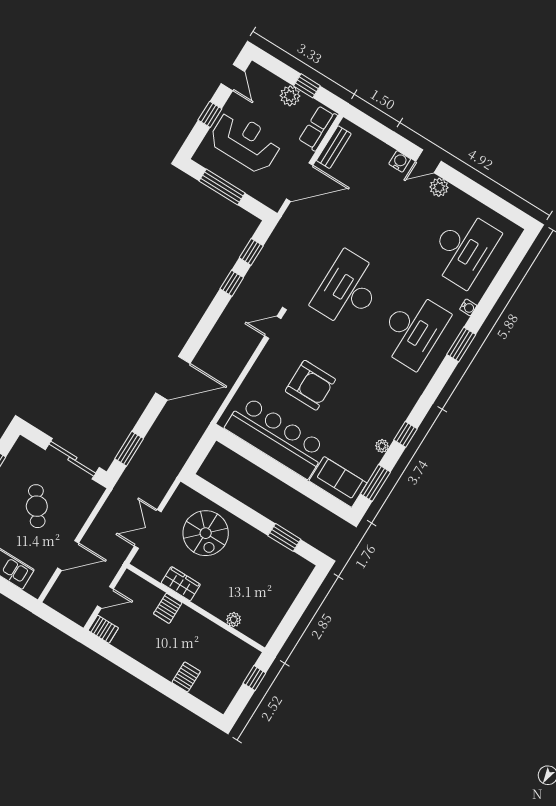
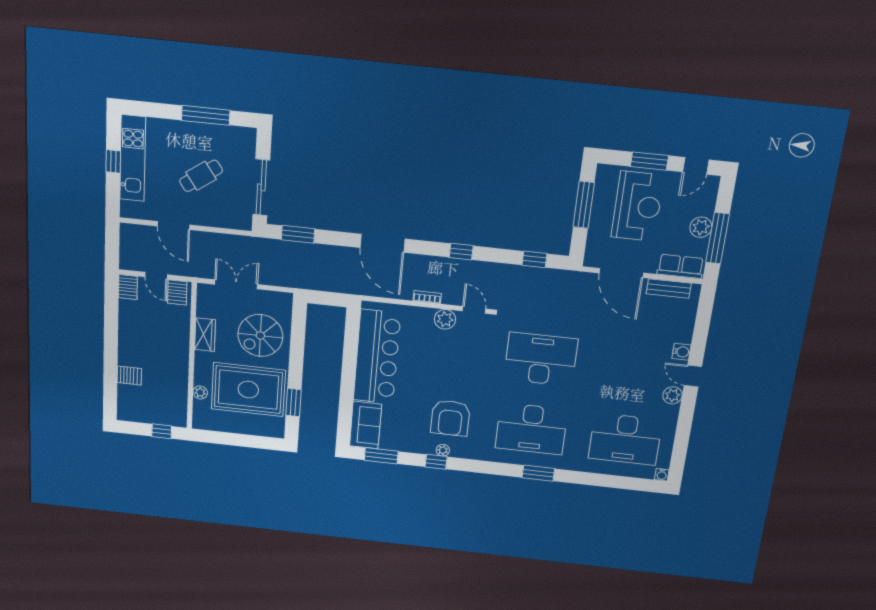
window: (307, 86) -> (717, 238), width x2.17
window: (210, 114) -> (649, 161), width x1.50
window: (232, 283) -> (461, 252), moved
water cooler: (468, 307) -> (662, 475), moved
plant: (269, 358) -> (445, 319), added
bookcase: (241, 363) -> (427, 297), added
armchair: (310, 385) -> (450, 418), moved
plant: (382, 446) -> (443, 450), moved
rug: (252, 573) -> (248, 390), added
server rack: (168, 608) -> (177, 292), moved, turned -90

